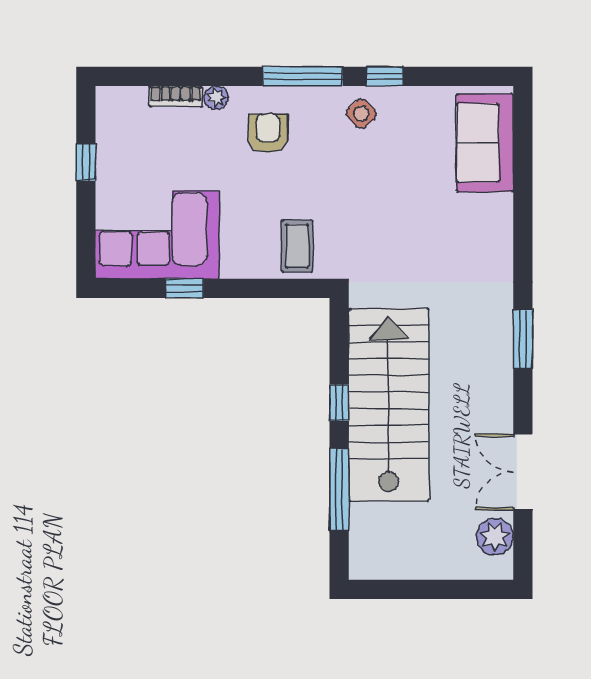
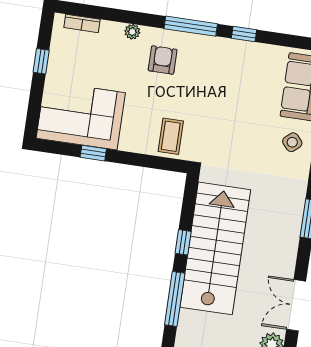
bookcase: (176, 96) -> (82, 23), moved
side table: (361, 114) -> (292, 142), moved

